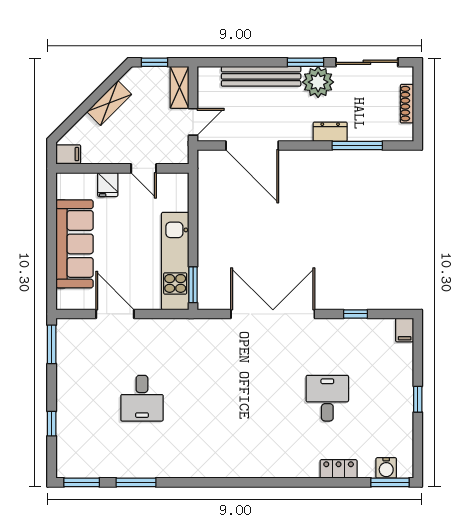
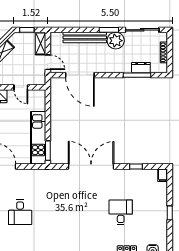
door: (193, 122) -> (48, 62), hinge flipped
dresser: (330, 132) -> (141, 68), moved

